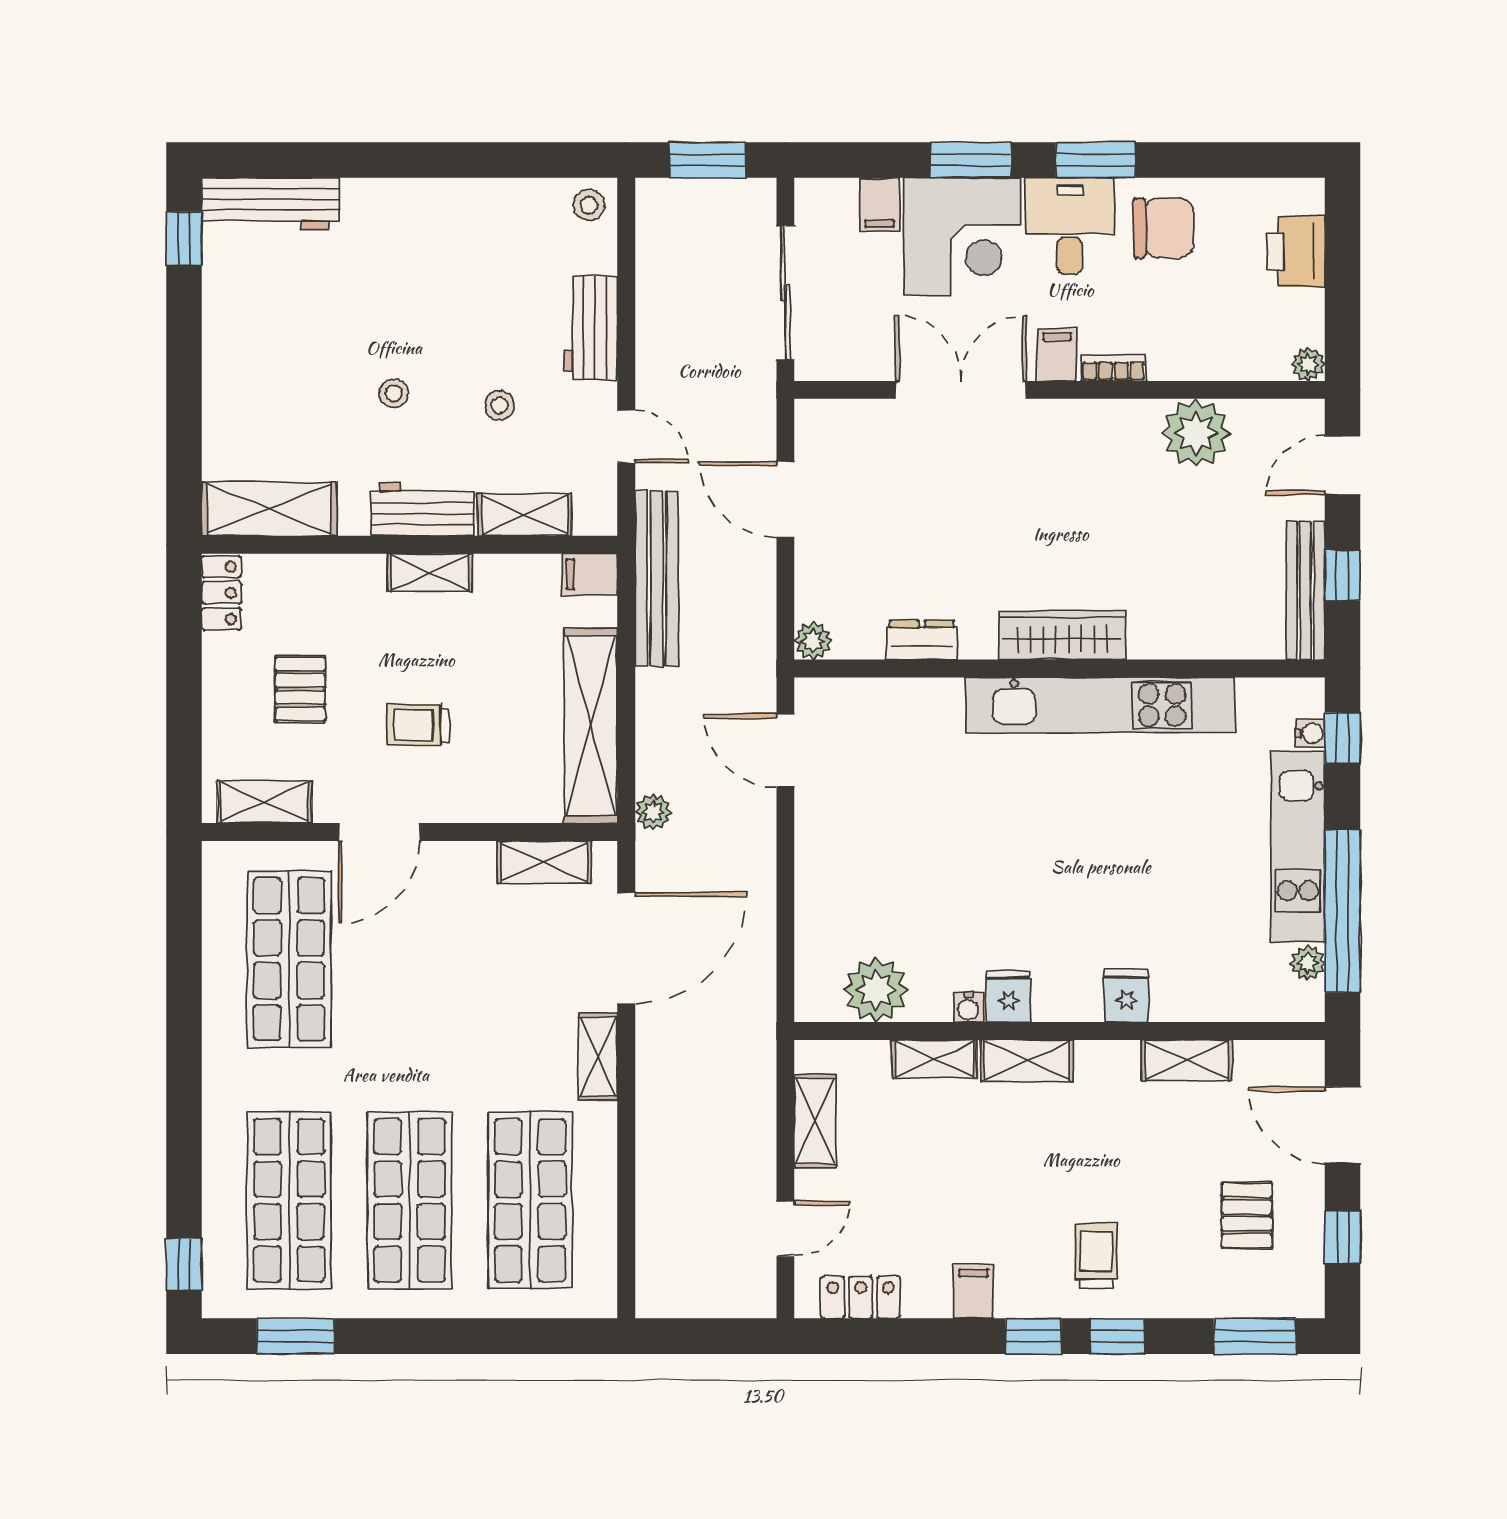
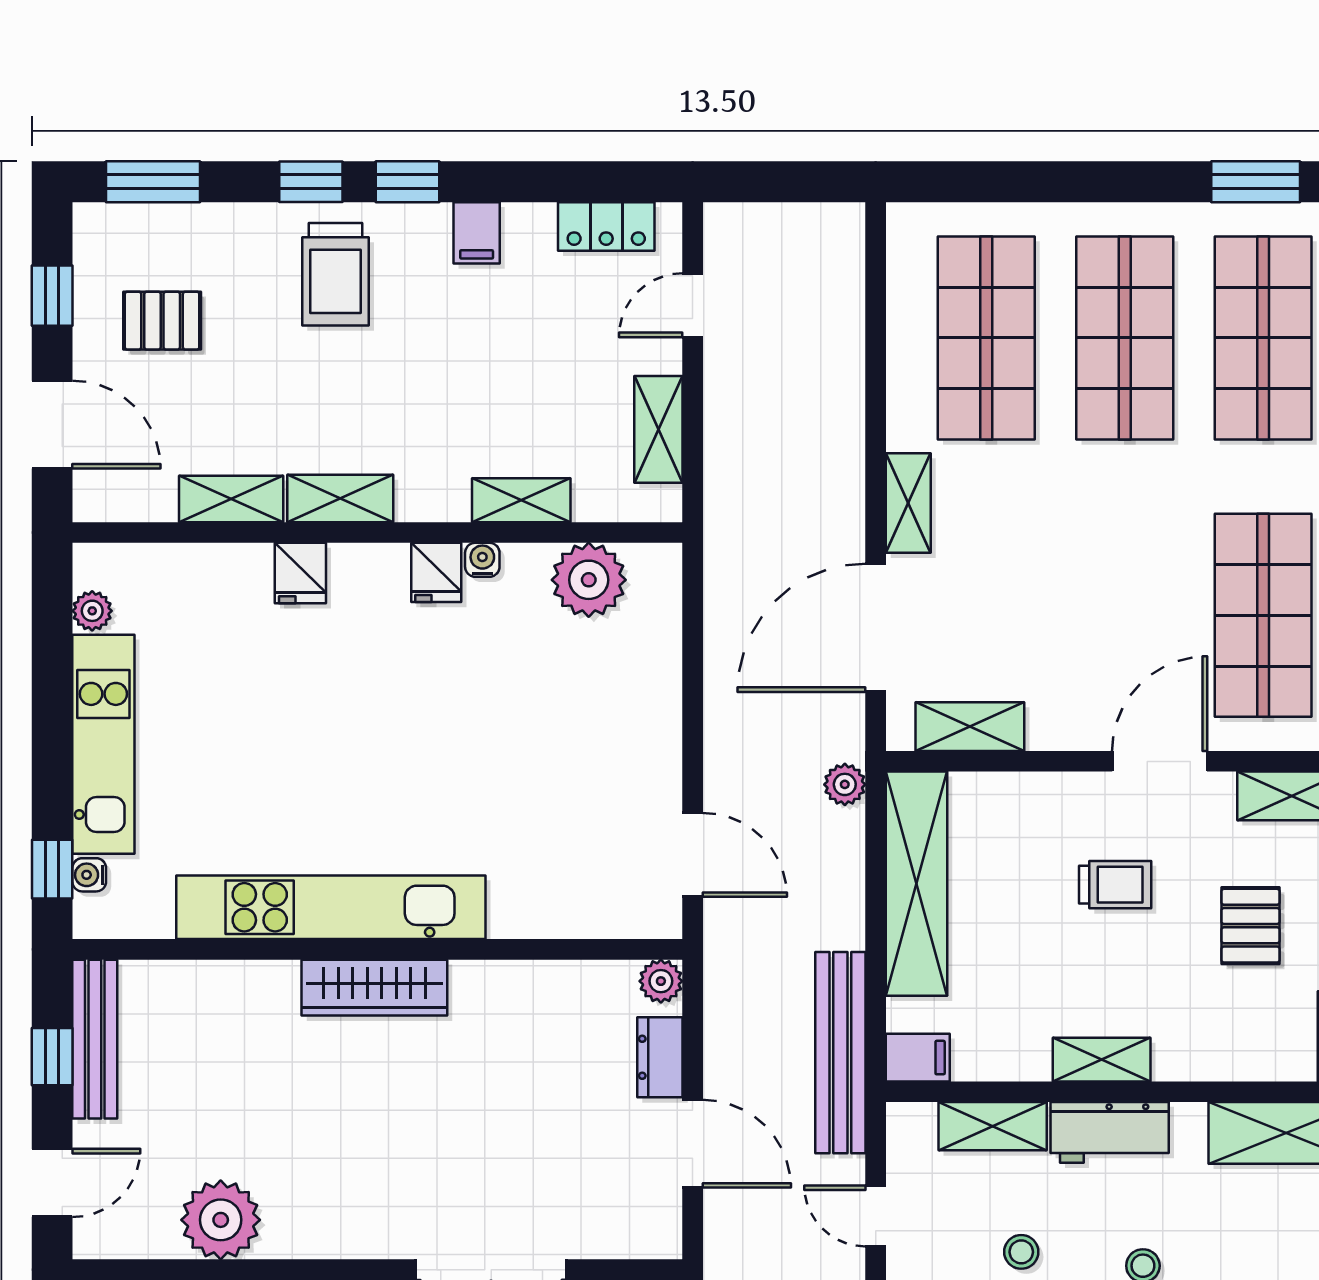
dresser: (922, 640) -> (660, 1057), moved, turned 90
window: (1343, 911) -> (52, 671), removed
shelving: (1027, 1061) -> (340, 499), moved
pallet: (1247, 1215) -> (162, 321), turned 90
trolley: (1096, 1256) -> (335, 274), width x1.36, depth x1.39

